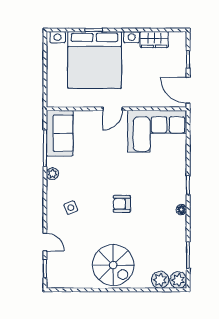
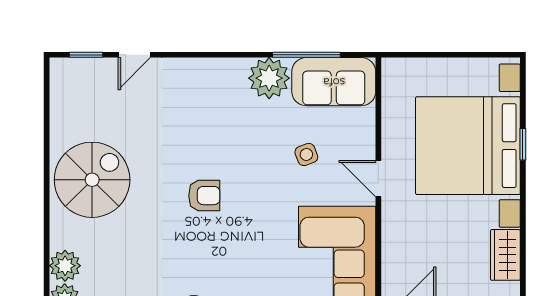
plant: (52, 174) -> (269, 78), width x1.88, depth x1.88
armchair: (122, 204) -> (204, 196), turned 90
side table: (71, 208) -> (306, 154), moved
spiral stairs: (113, 265) -> (92, 180), turned 180

